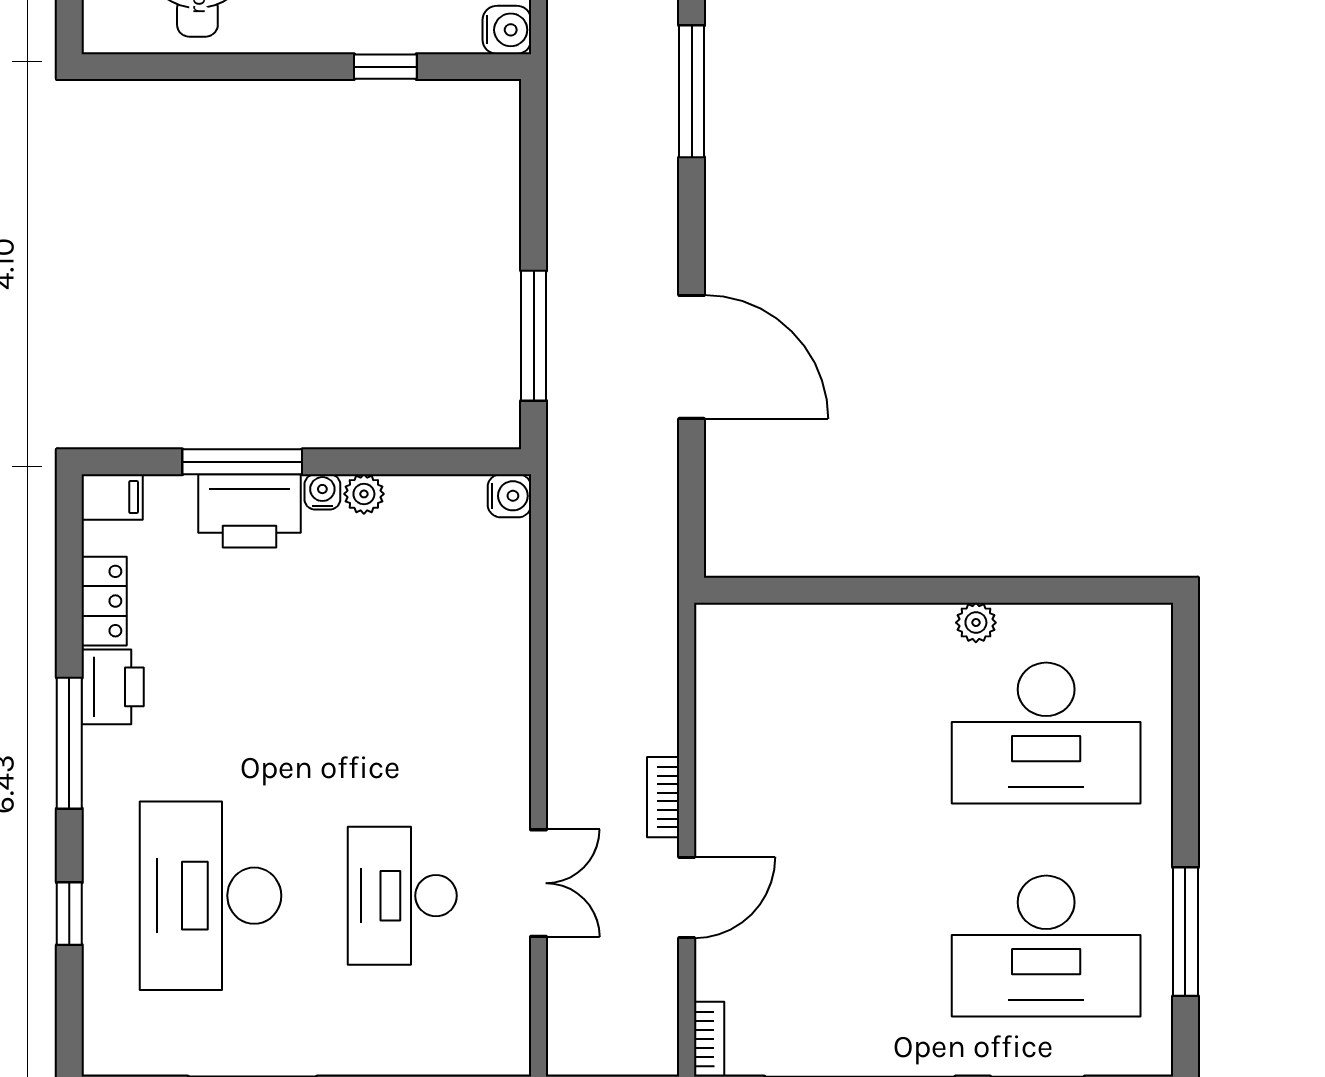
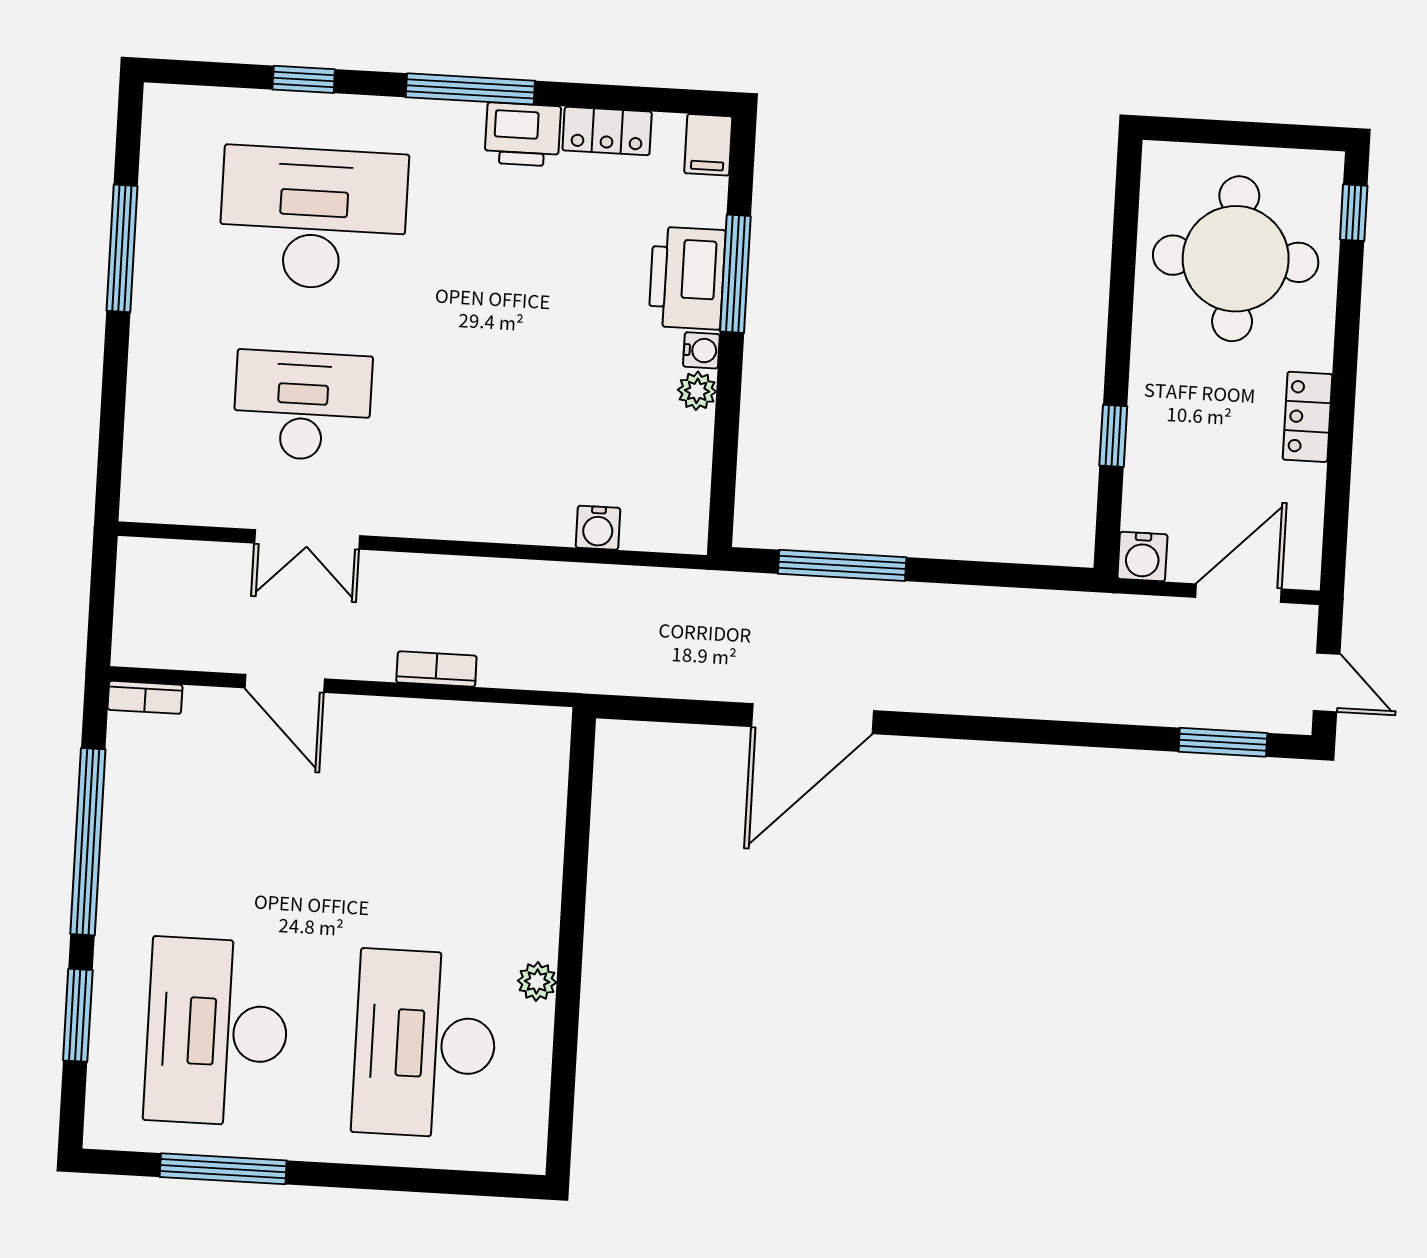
window: (692, 91) -> (1072, 734), removed
water cooler: (509, 496) -> (598, 528), moved
bookcase: (663, 797) -> (436, 669), moved

